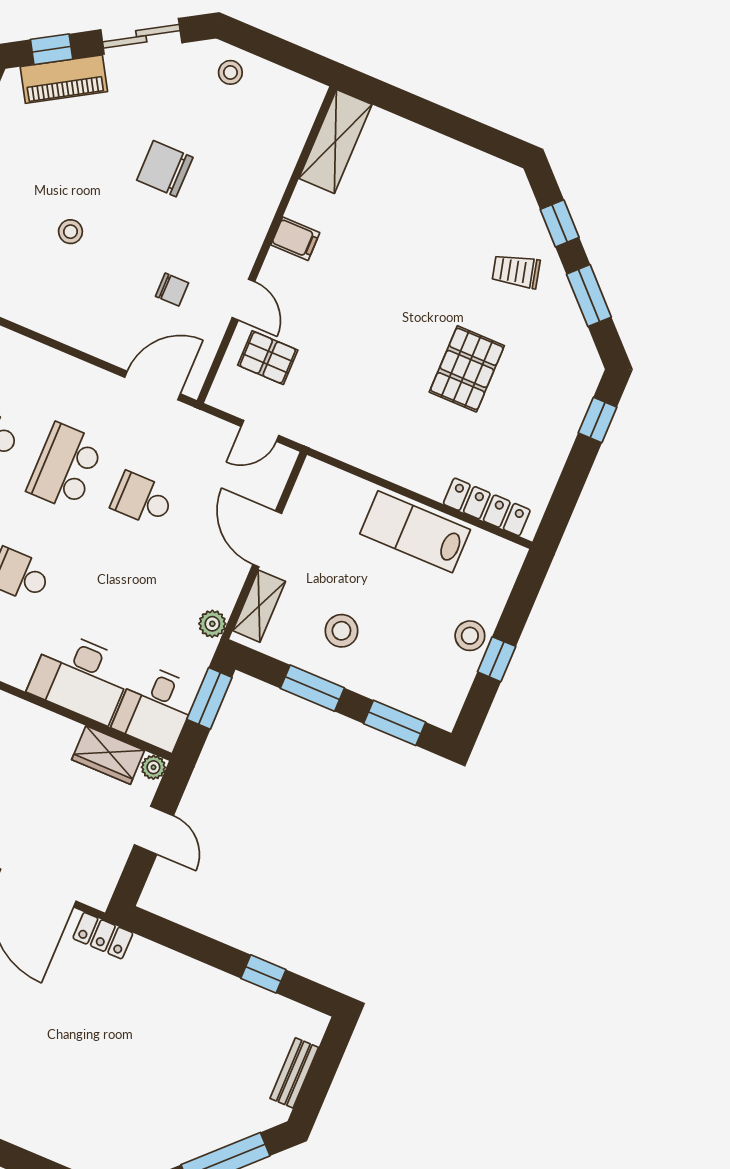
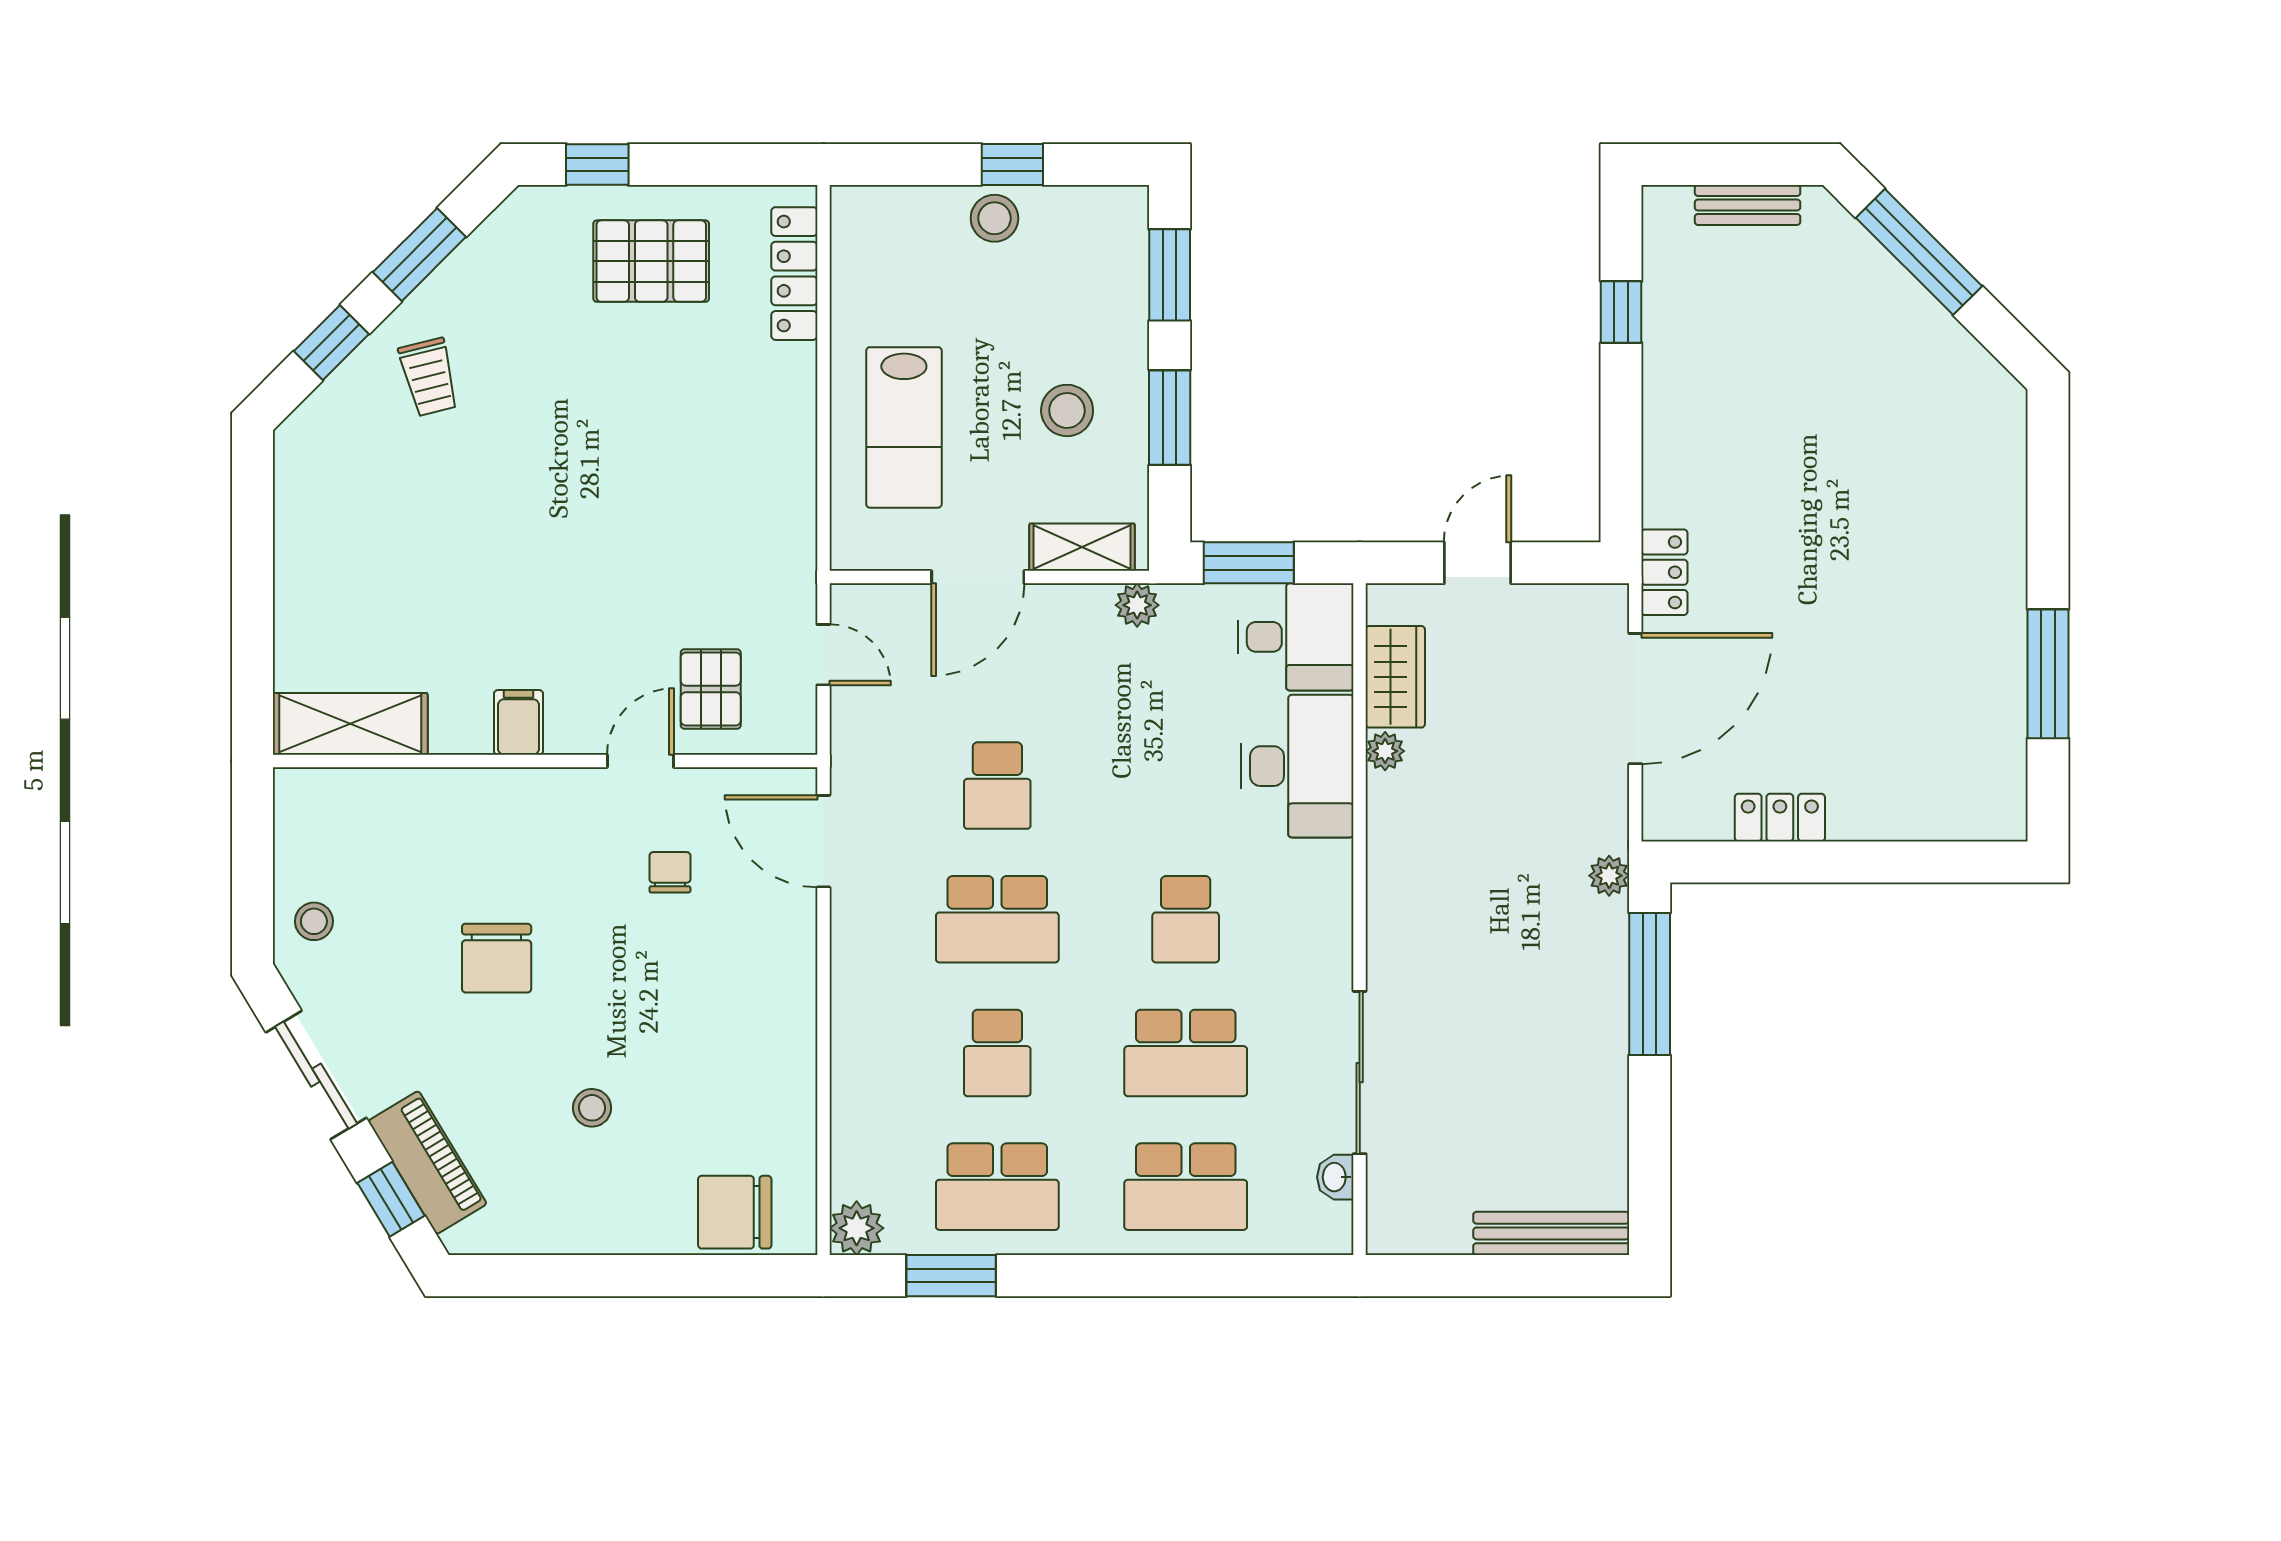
stool: (70, 232) -> (592, 1108), moved
pallet: (467, 369) -> (651, 261), moved
lab bench: (415, 532) -> (904, 427), moved
plant: (153, 767) -> (1385, 751), moved

